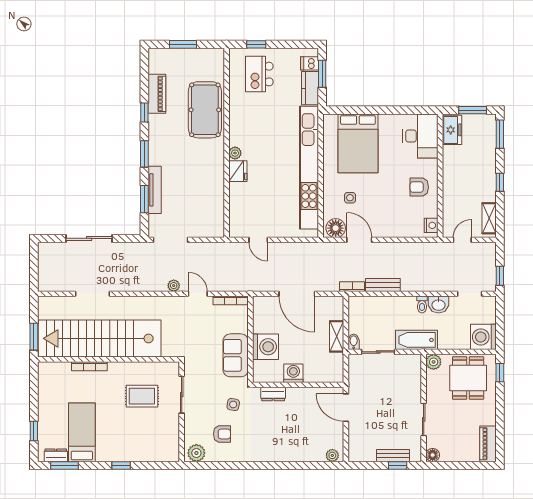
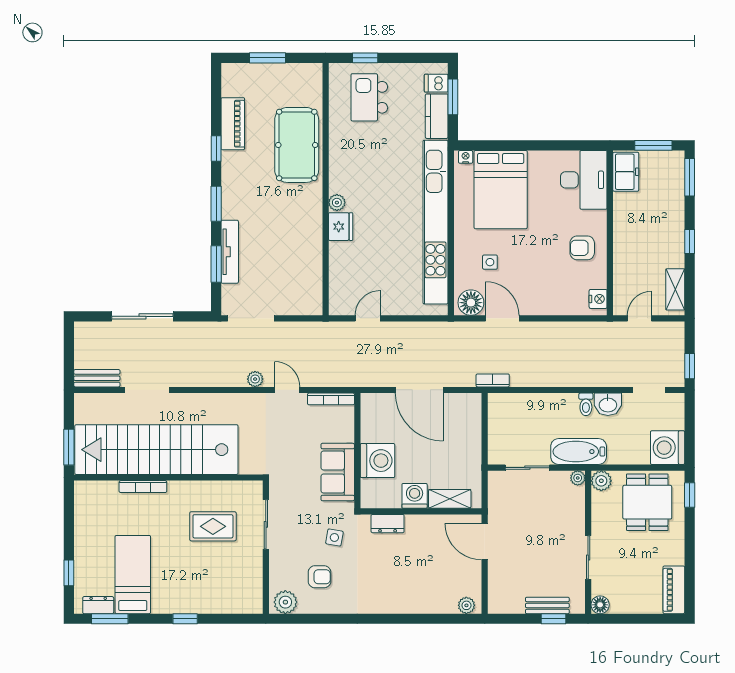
nightstand: (332, 119) -> (466, 157), added
door: (258, 240) -> (368, 318), swing flipped
bench: (383, 285) -> (97, 378), moved
shelving: (337, 336) -> (450, 499), moved, turned 90
bidet: (354, 342) -> (495, 454), removed
plant: (416, 360) -> (578, 478), added

